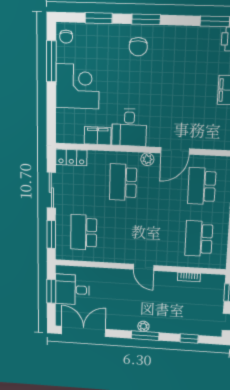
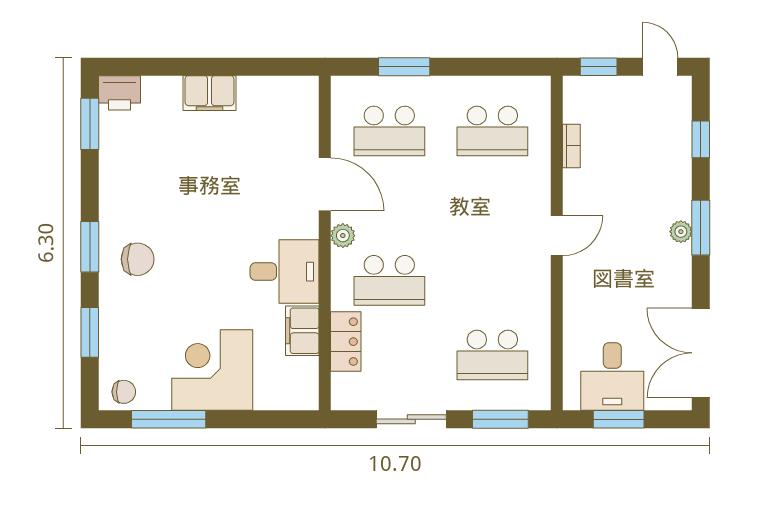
locker: (71, 157) -> (346, 342), moved

